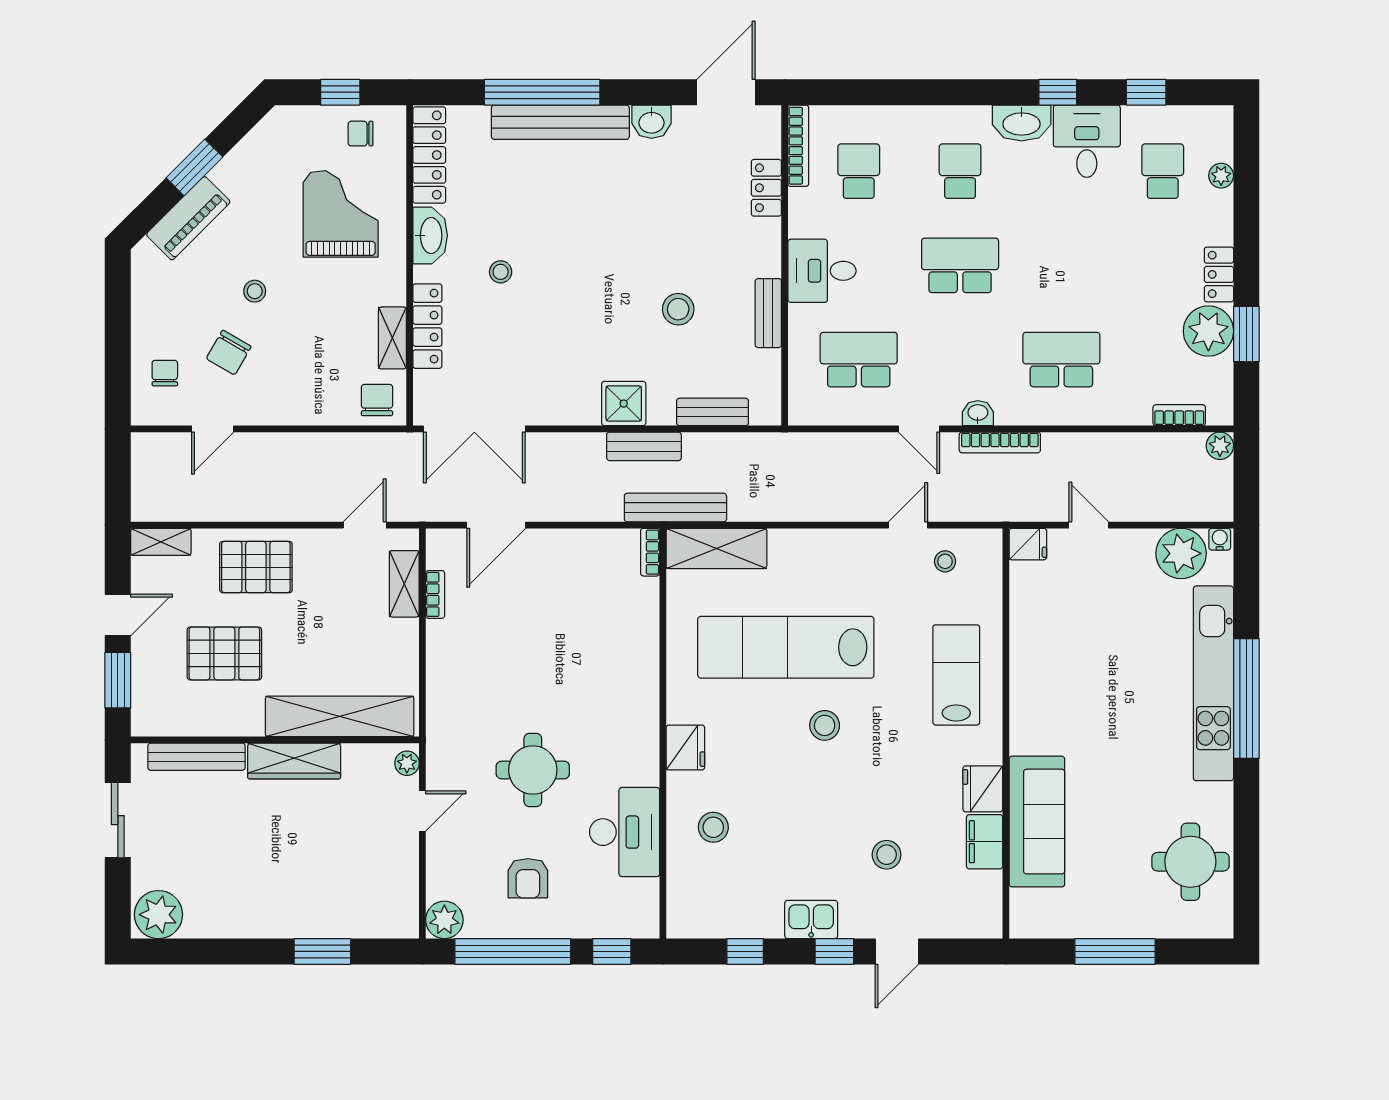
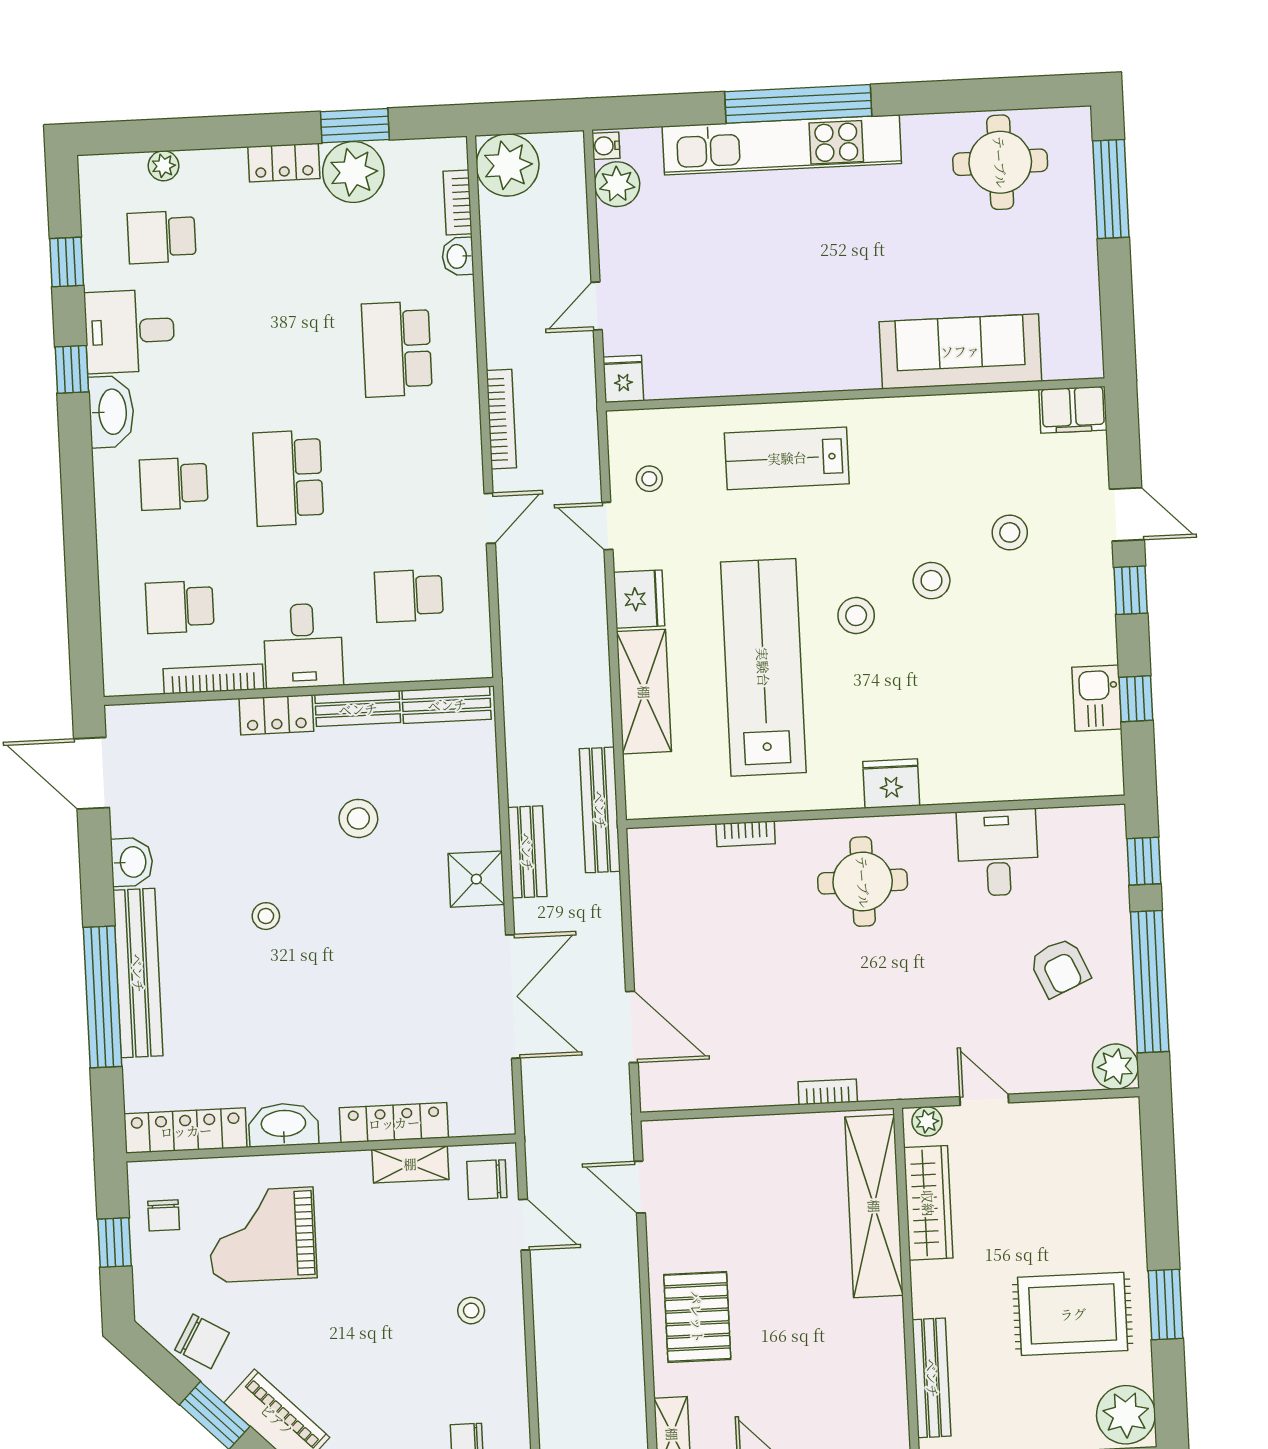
bookcase: (798, 146) -> (213, 679), moved
locker: (766, 188) -> (276, 715), moved
stool: (501, 272) -> (266, 916), moved
stool: (255, 291) -> (471, 1311), moved
chair: (229, 352) -> (202, 1341), moved
school desk: (859, 360) -> (409, 596), width x0.54
bench: (713, 412) -> (447, 705), moved, turned 90
washbasin: (978, 413) -> (458, 256), moved
door: (213, 429) -> (524, 1225), moved
double door: (474, 429) -> (513, 996), moved
plant: (1220, 446) -> (508, 165), width x1.87, depth x1.87
shelving: (716, 548) -> (644, 692), moved
bookcase: (650, 552) -> (746, 834), moved
plant: (1181, 553) -> (617, 184), width x0.73, depth x0.73
shelving: (404, 584) -> (709, 1135), removed
bookcase: (435, 594) -> (828, 1092), moved
lab bench: (786, 647) -> (763, 667), turned 180
pallet: (224, 653) -> (804, 1350), removed
wardrobe: (294, 761) -> (928, 1203), moved
round table: (533, 770) -> (863, 882), moved
fridge: (983, 789) -> (639, 599), moved, turned -90
stool: (713, 827) -> (932, 581), moved
desk: (625, 832) -> (998, 853), width x0.73
filing cabinet: (985, 842) -> (1073, 410), moved
rug: (243, 875) -> (1073, 1314), added
armchair: (528, 878) -> (1060, 967), turned 66
kitchen sink: (811, 919) -> (1097, 698), moved
window: (322, 951) -> (1166, 1305), moved
window: (1115, 951) -> (1111, 189), moved

